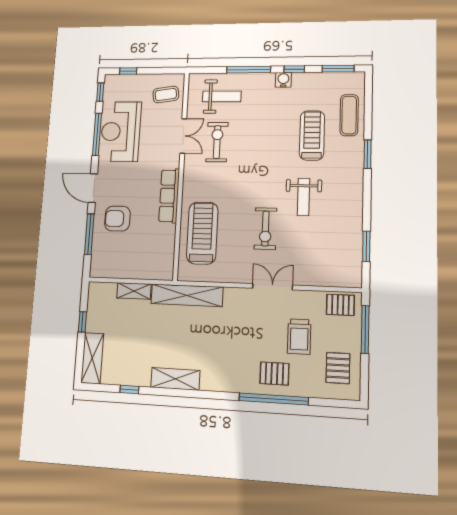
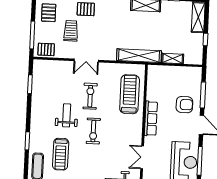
exercise bike: (217, 142) -> (93, 131), moved
treadmill: (202, 233) -> (130, 94), turned 180

